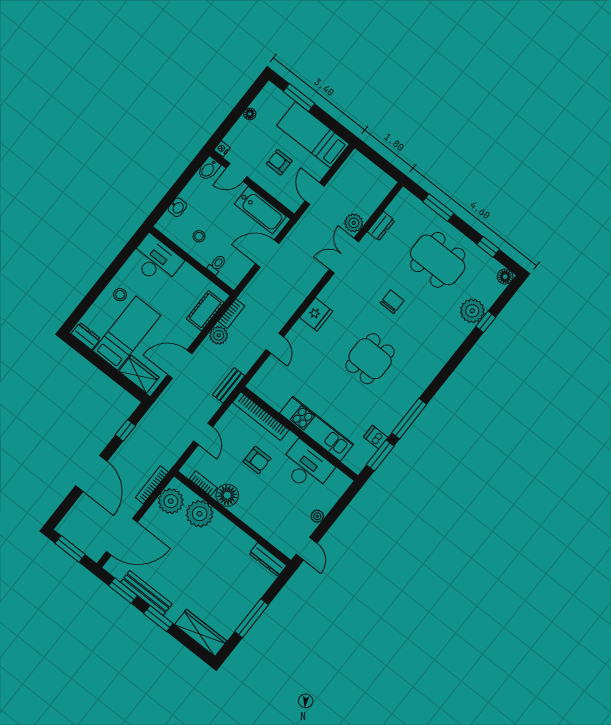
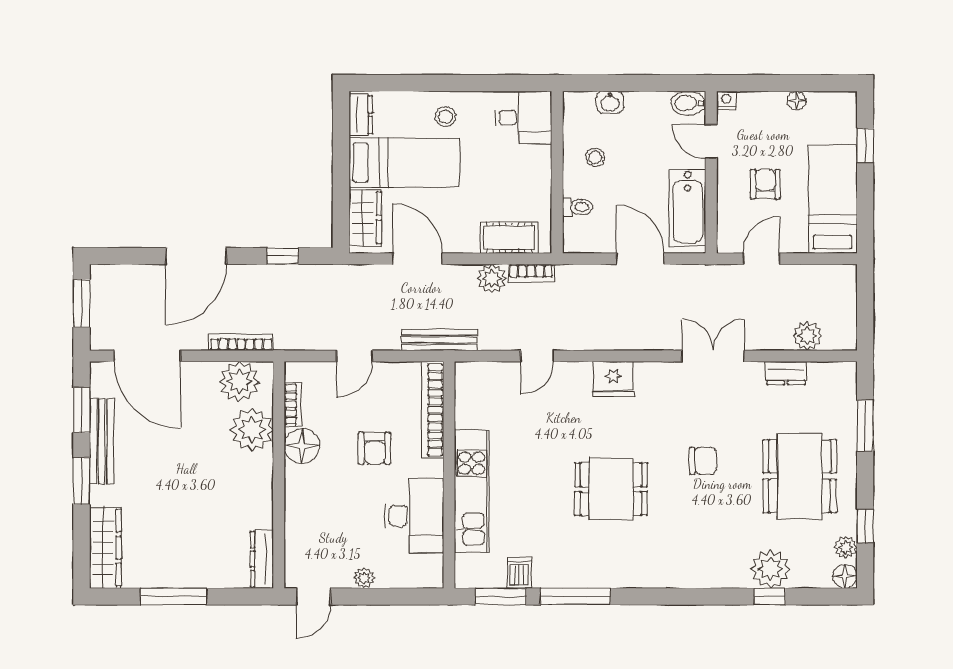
window: (299, 98) -> (865, 145), width x0.67
plant: (354, 223) -> (807, 336), moved
desk: (156, 260) -> (523, 118), width x0.73
plant: (491, 265) -> (846, 547), added
bench: (229, 385) -> (440, 340), width x1.36

